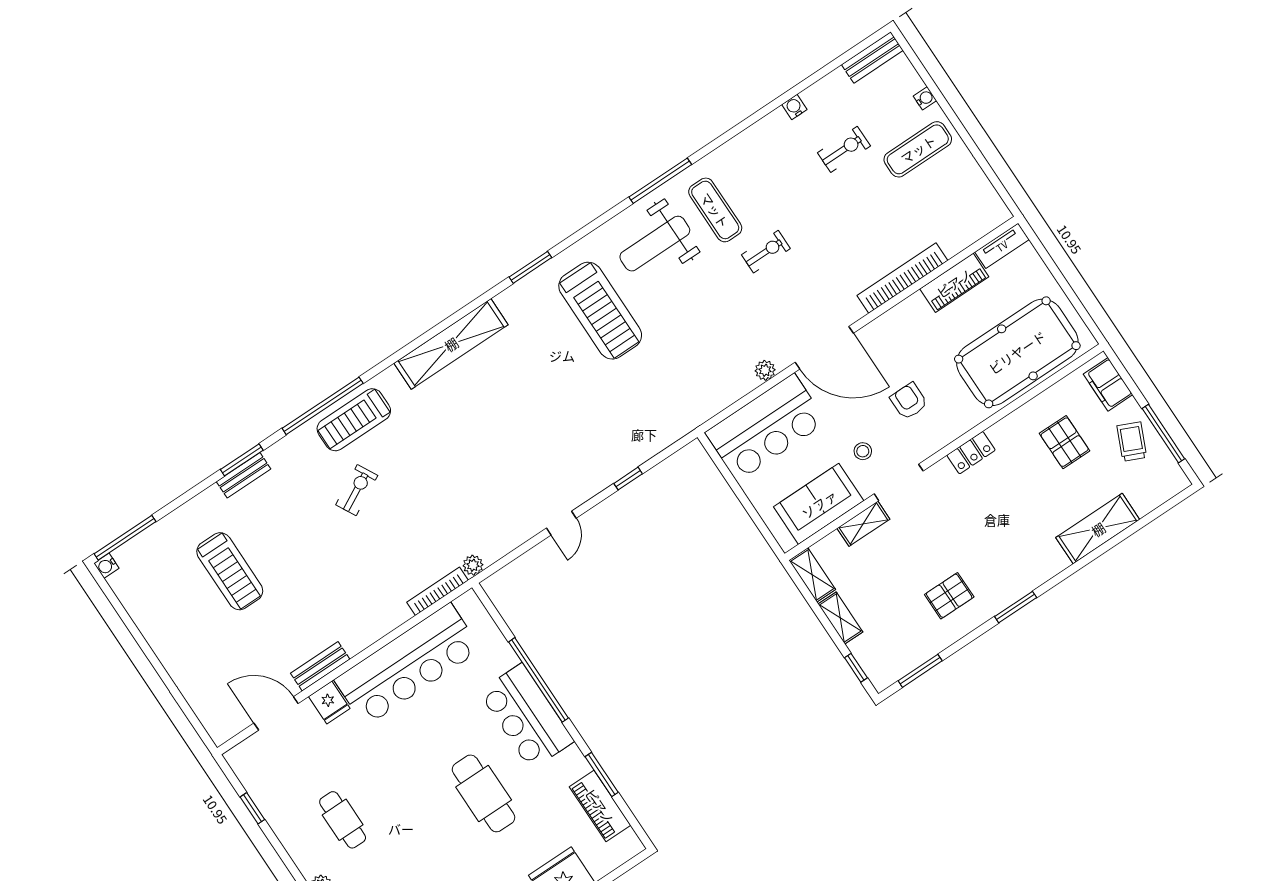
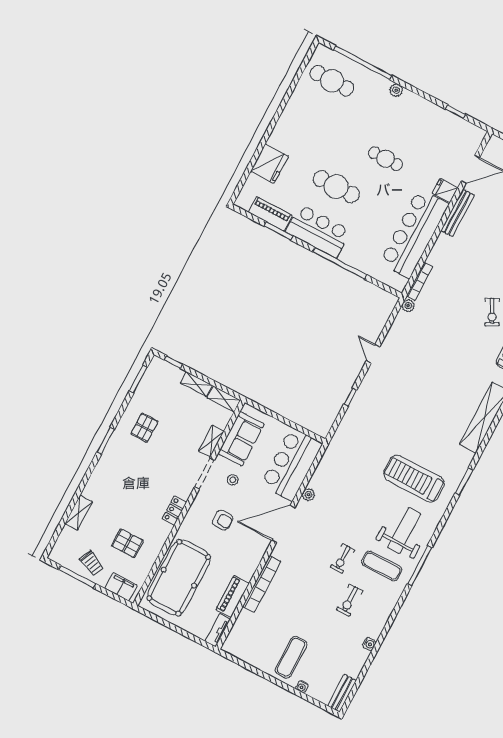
exercise bike: (844, 149) -> (349, 600), moved
shelving: (1098, 529) -> (79, 513), width x0.67, depth x0.75
bench: (320, 666) -> (458, 213), width x1.36
bar counter: (526, 717) -> (318, 231), moved
cafe table: (343, 820) -> (386, 159), moved

